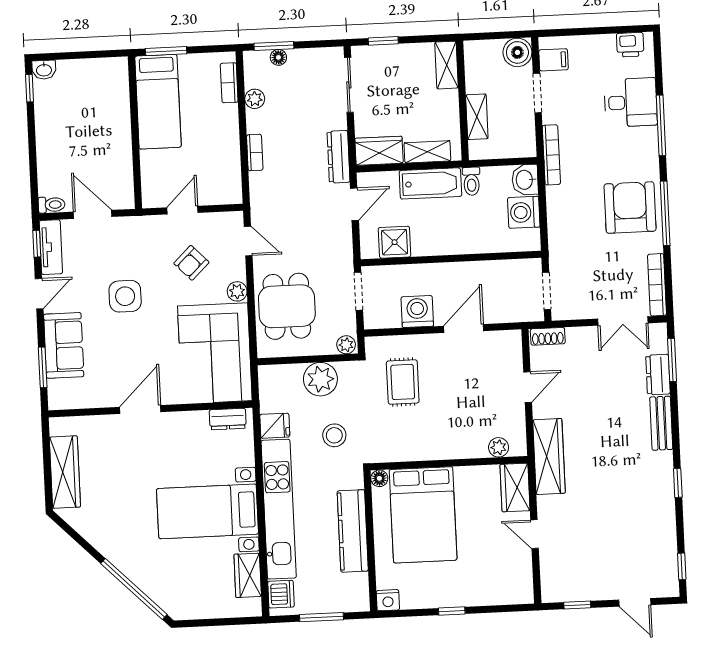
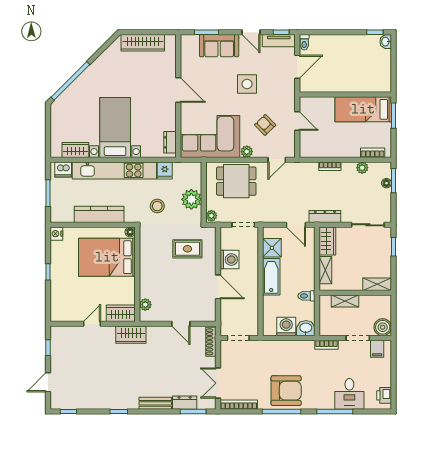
bookcase: (551, 155) -> (326, 345), width x0.64
bathtub: (430, 183) -> (271, 277), moved, turned 180
shoe rack: (548, 336) -> (211, 342), width x1.43
wardrobe: (549, 457) -> (131, 335), width x0.67

